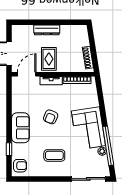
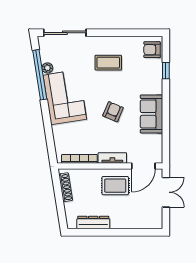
dresser: (47, 30) -> (93, 223), moved
rug: (49, 59) -> (115, 186), turned 90
sofa: (20, 128) -> (151, 114), moved

